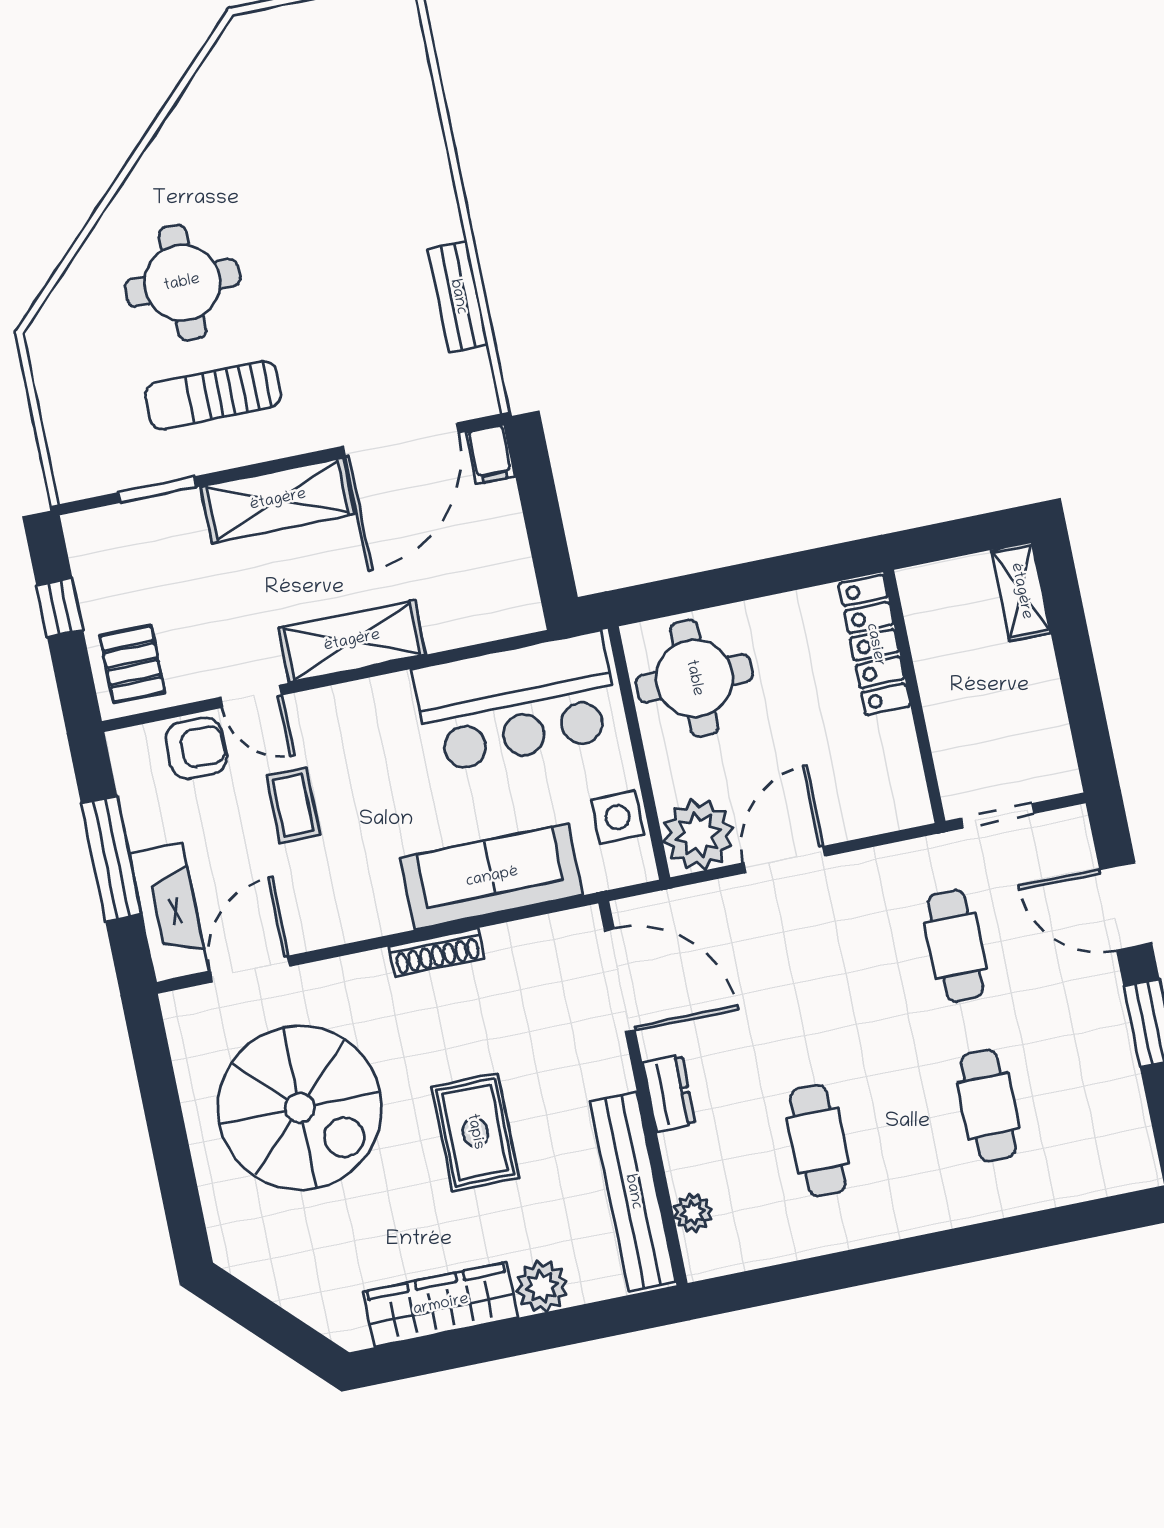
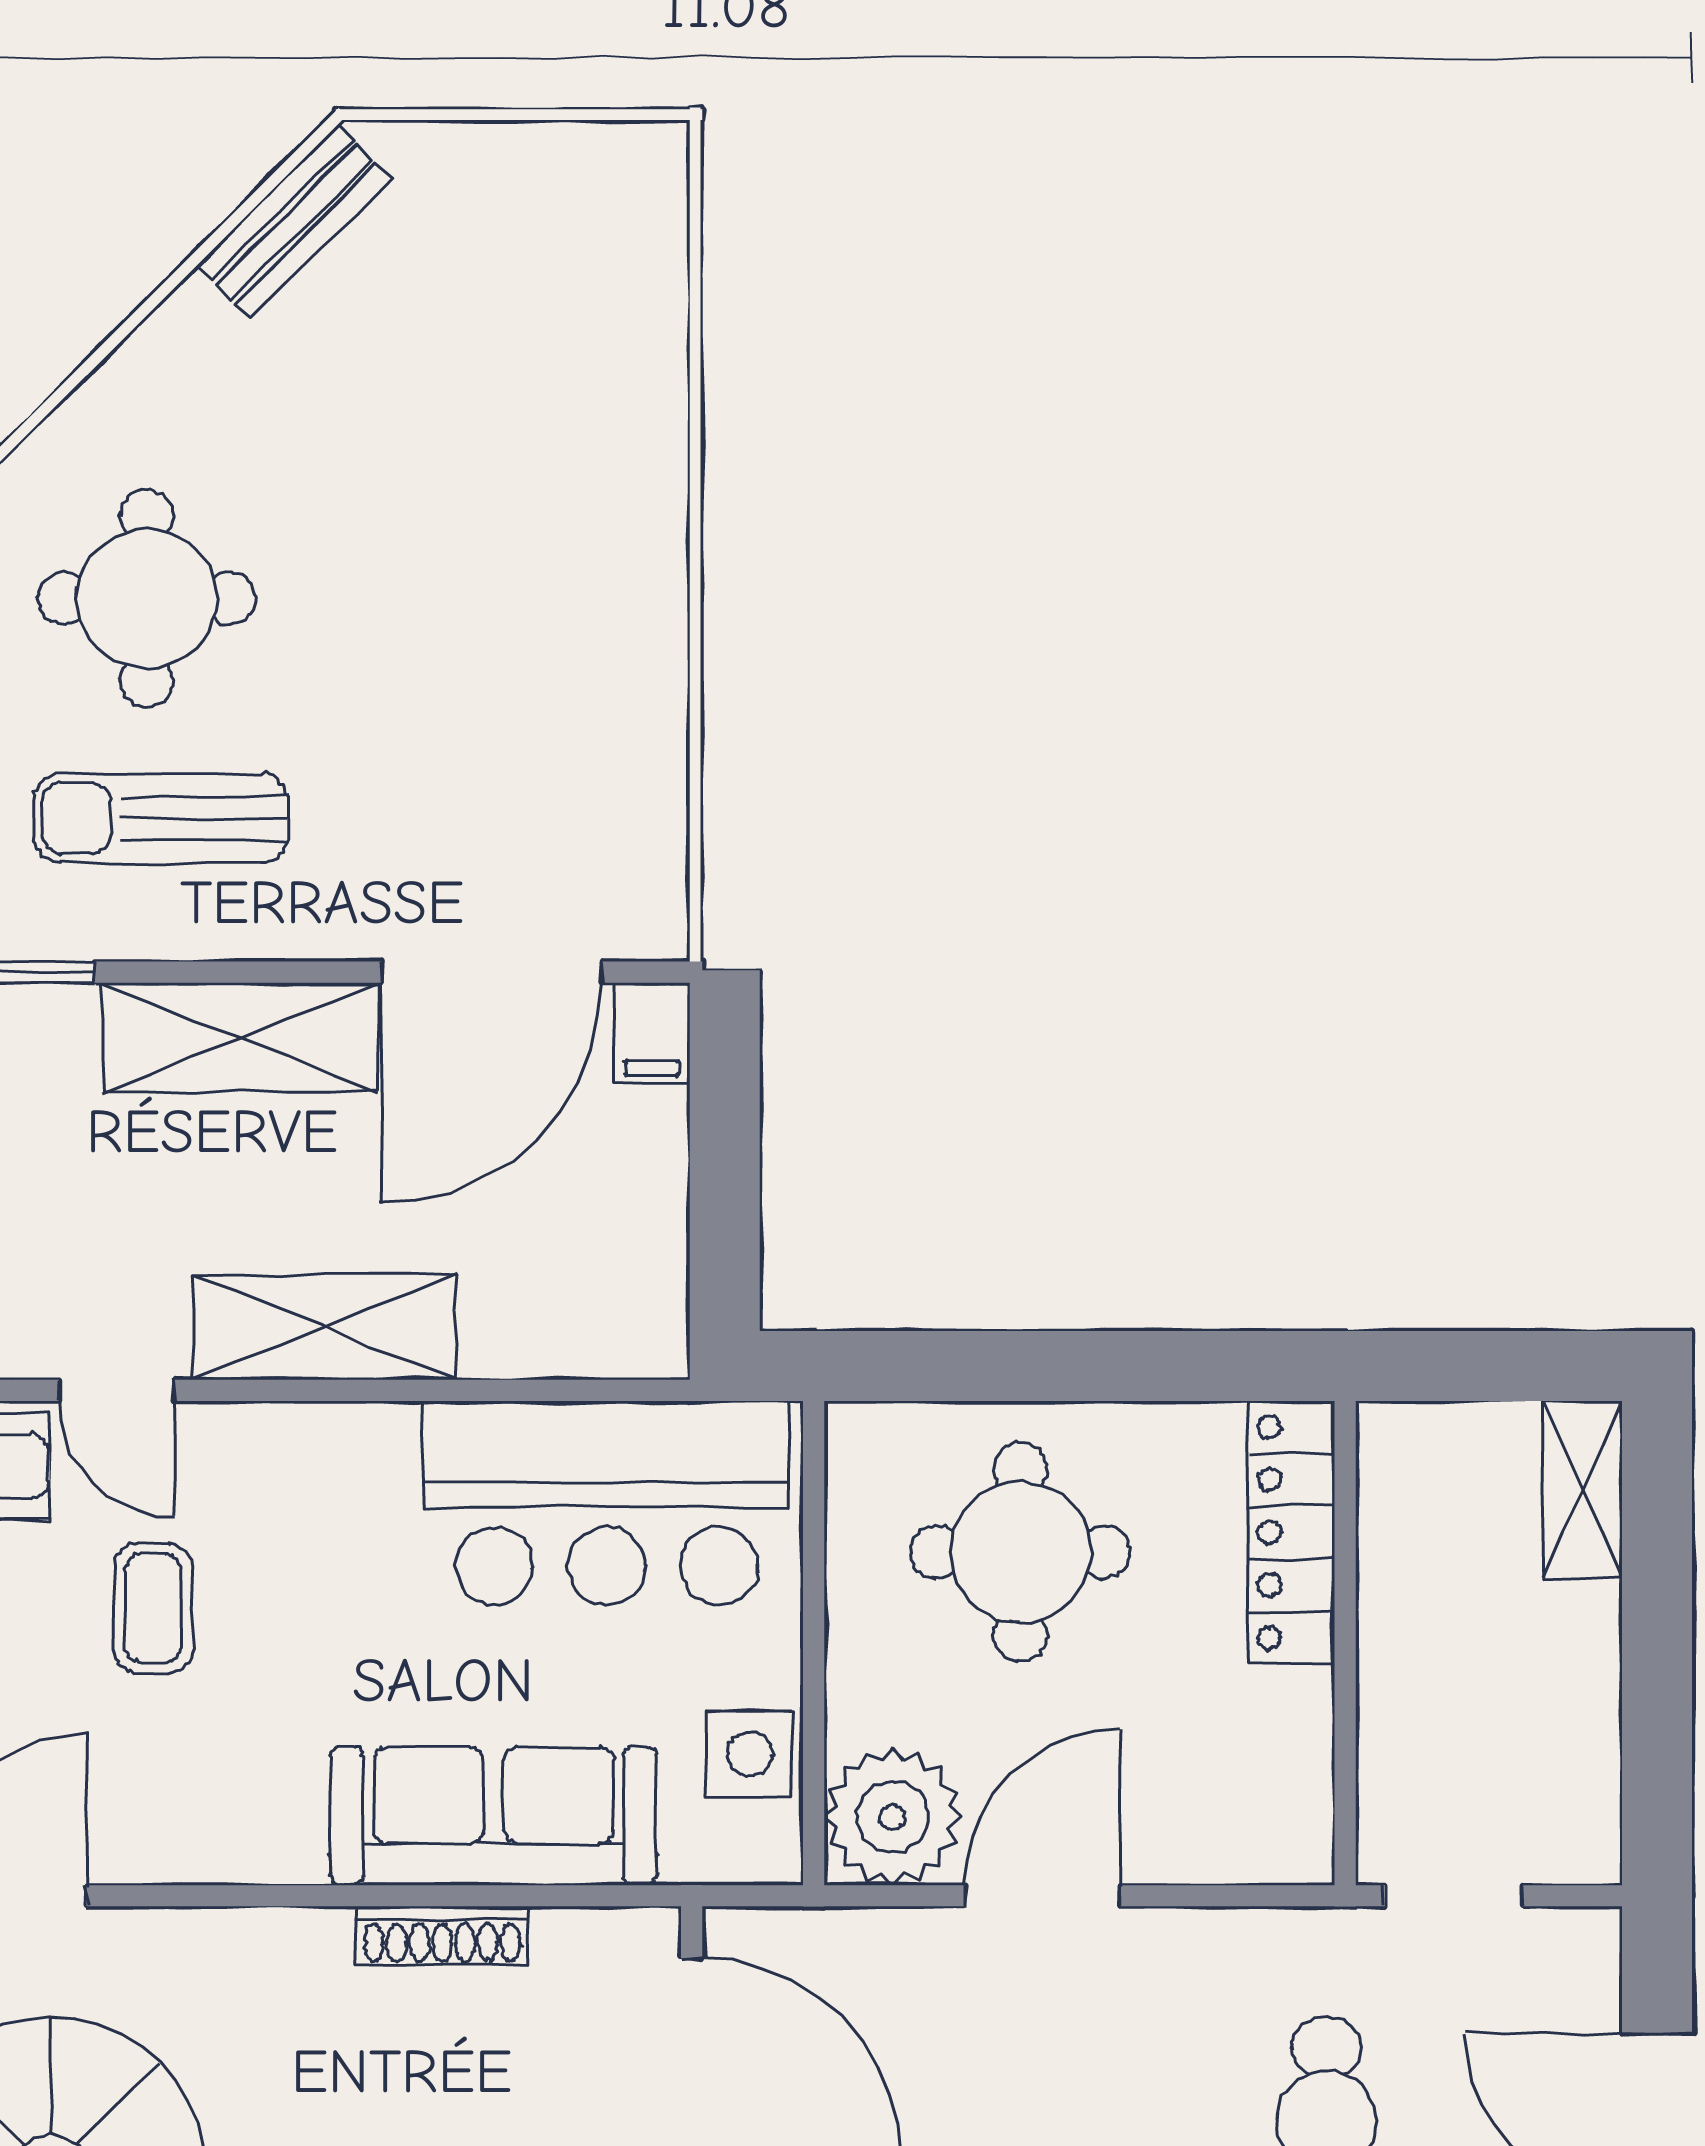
bench: (458, 297) -> (294, 222), moved, turned 45
round table: (694, 678) -> (1020, 1552), moved
shoe rack: (437, 952) -> (442, 1936), moved

